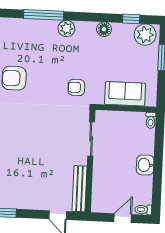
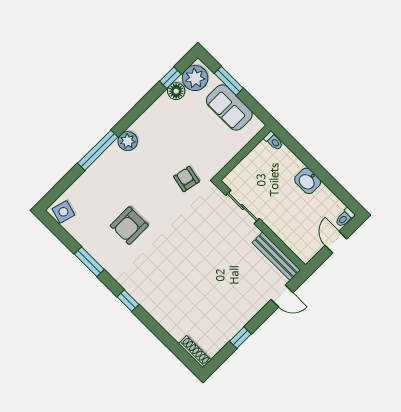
floor lamp: (104, 29) -> (176, 91), moved
armchair: (76, 87) -> (186, 179), turned 102
sofa: (125, 94) -> (229, 107), moved, turned -90

